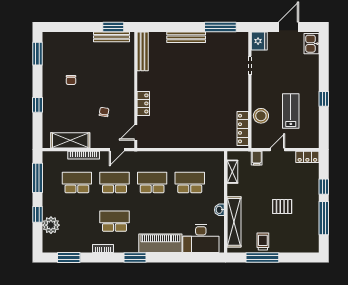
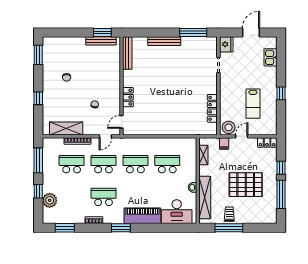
kitchen sink: (312, 44) -> (271, 57), moved
lab bench: (291, 111) -> (253, 104), turned 180
stool: (261, 116) -> (229, 127), moved
locker: (243, 129) -> (212, 108), moved
pallet: (282, 207) -> (246, 185), width x2.05, depth x2.00

